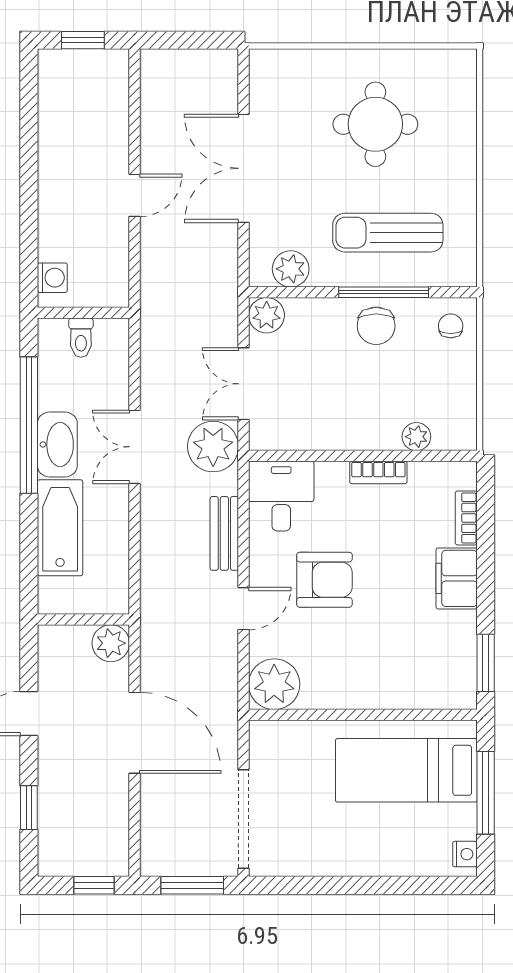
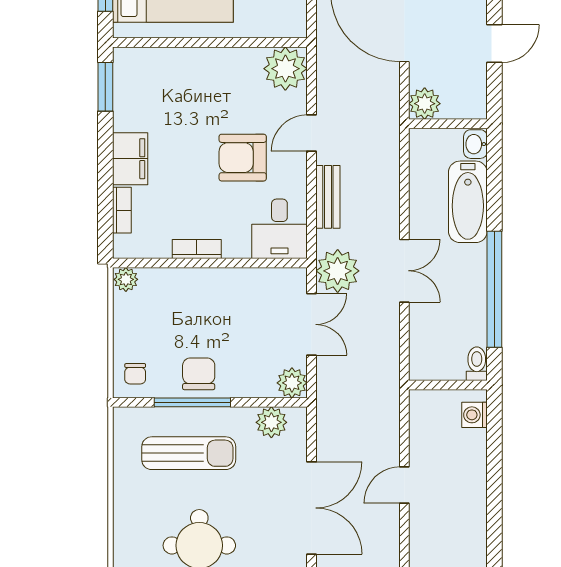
toilet: (81, 338) -> (477, 364), moved
plant: (416, 437) -> (126, 279), moved
washbasin: (57, 444) -> (475, 144), moved, width x0.52, depth x0.69

